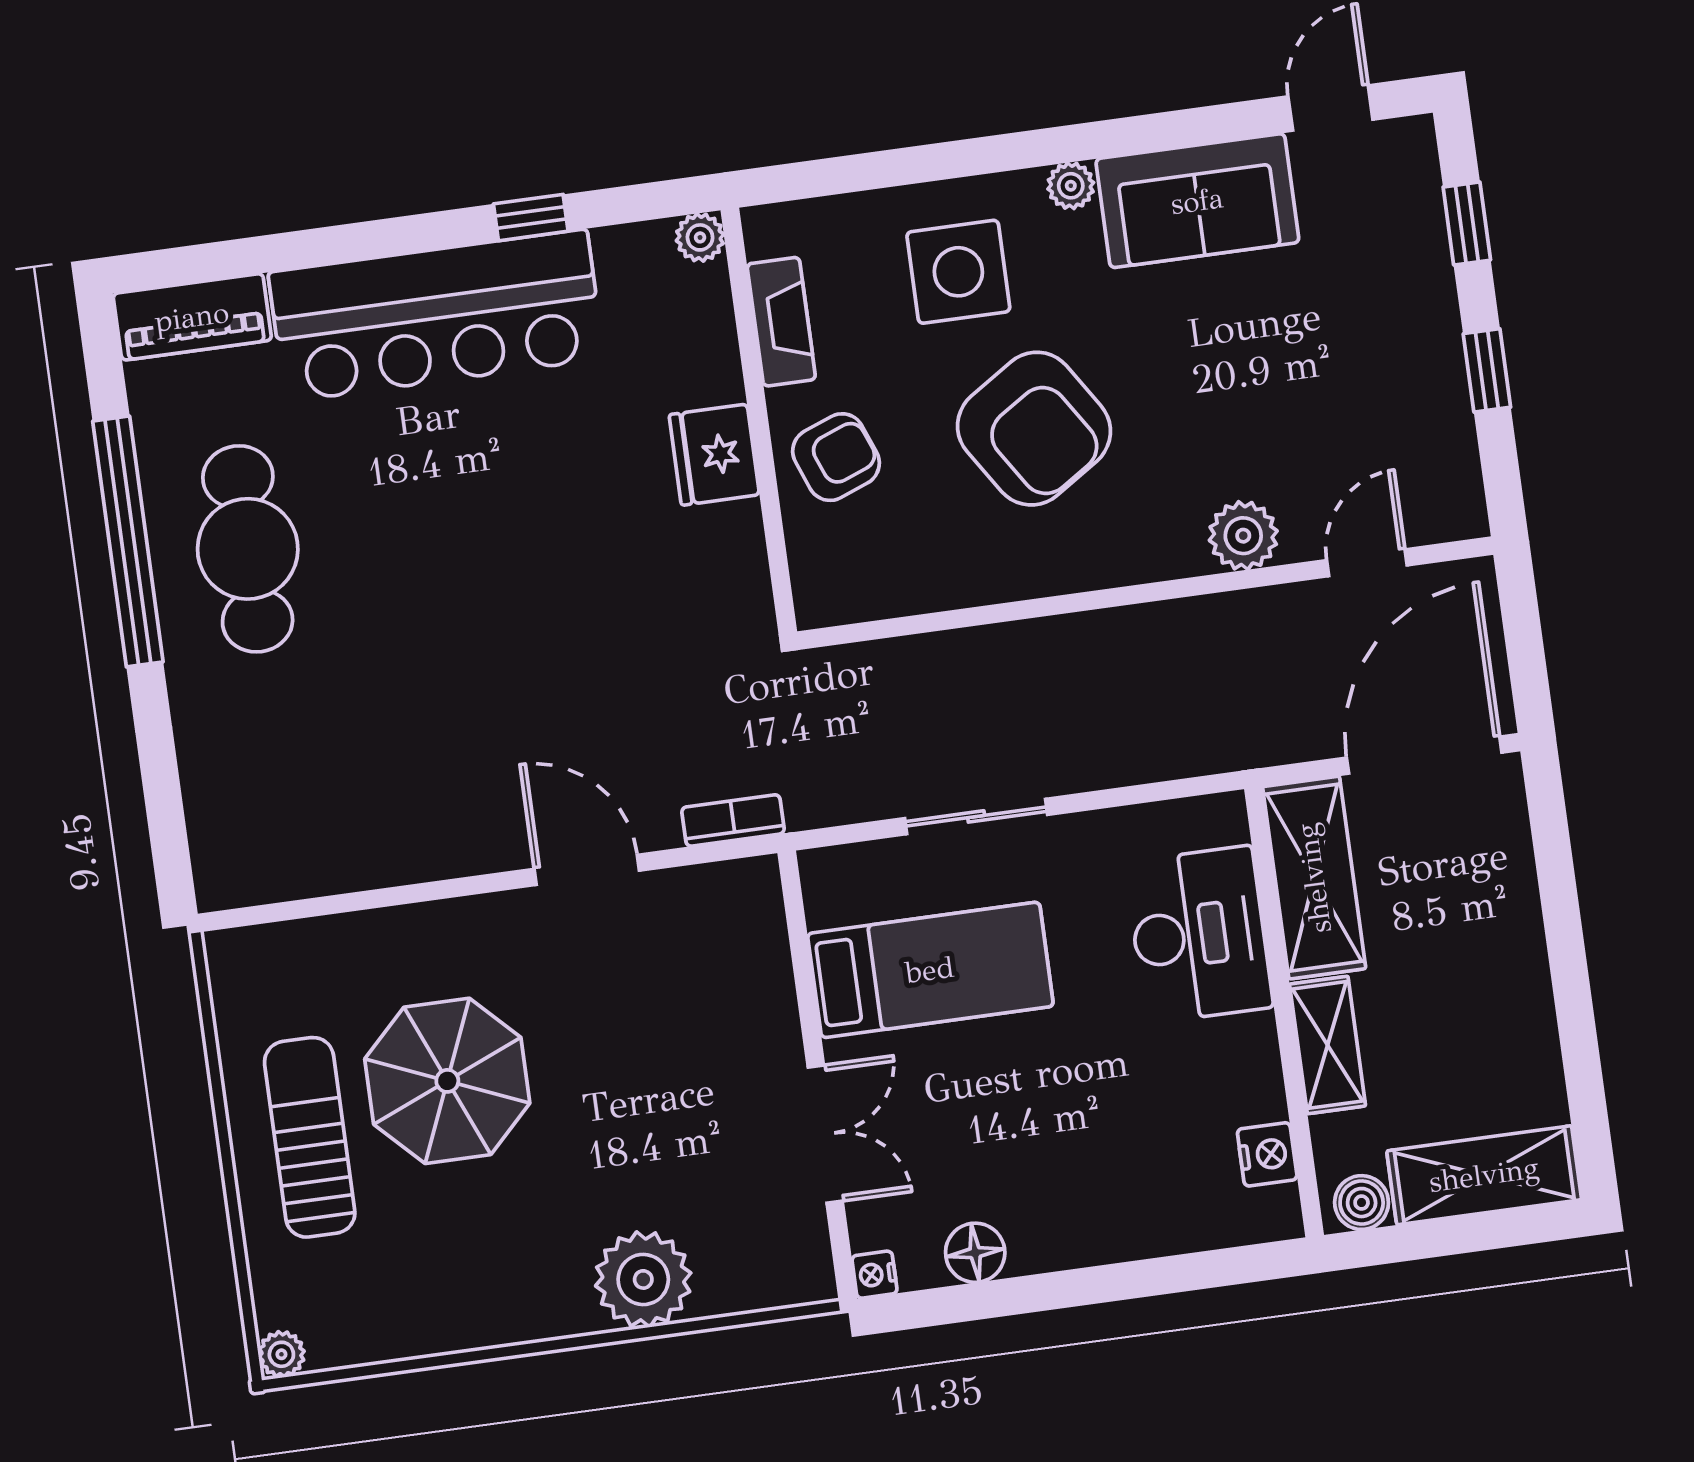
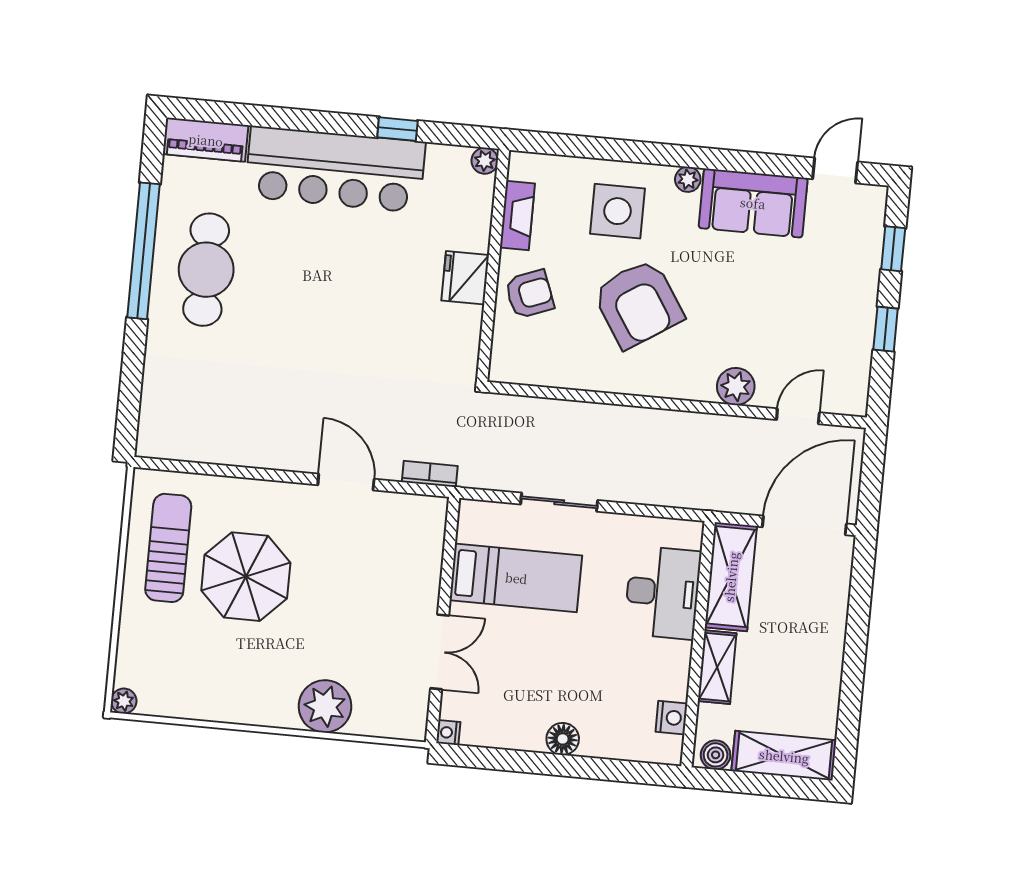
sun lounger: (310, 1137) -> (168, 548), moved
floor lamp: (975, 1253) -> (563, 739), moved

